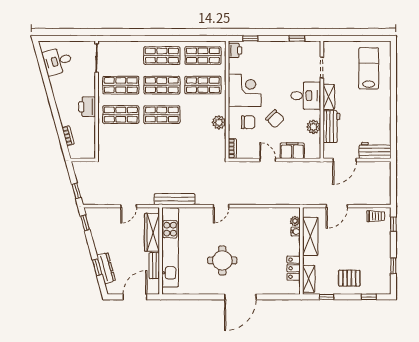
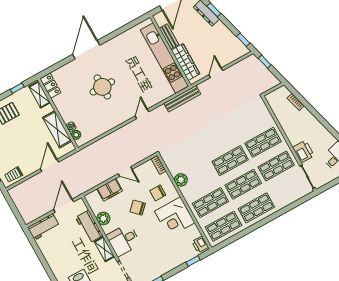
printer: (87, 107) -> (303, 152), moved
round table: (222, 260) -> (102, 87), moved
locker: (294, 268) -> (50, 86), moved

